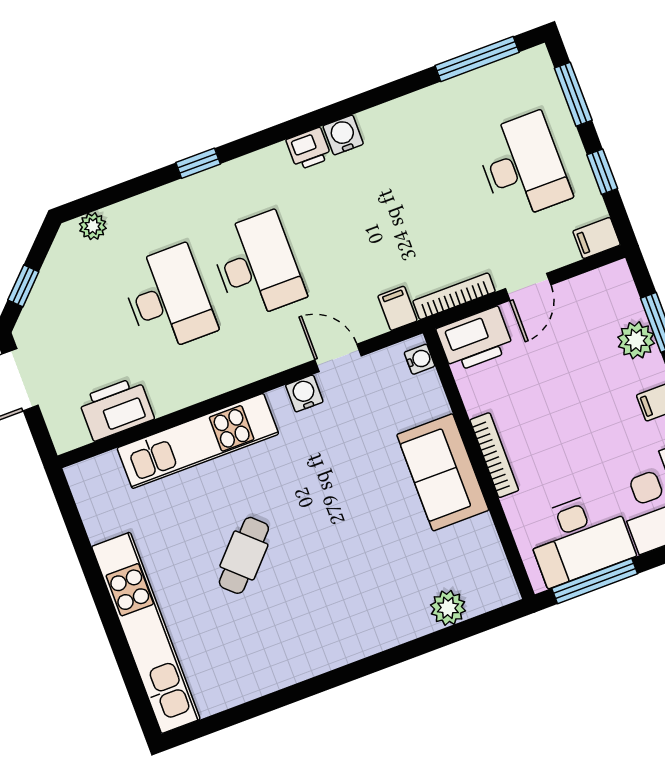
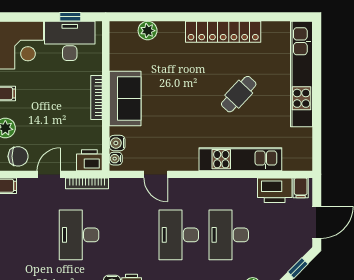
desk: (523, 166) -> (79, 235), moved
chair: (594, 298) -> (18, 156), added
filing cabinet: (397, 308) -> (301, 188), moved
printer: (475, 339) -> (89, 160), width x0.73, depth x0.84
water cooler: (304, 393) -> (117, 143), moved, turned 90
window: (595, 581) -> (70, 17), width x0.46
locker: (313, 656) -> (223, 32), added

